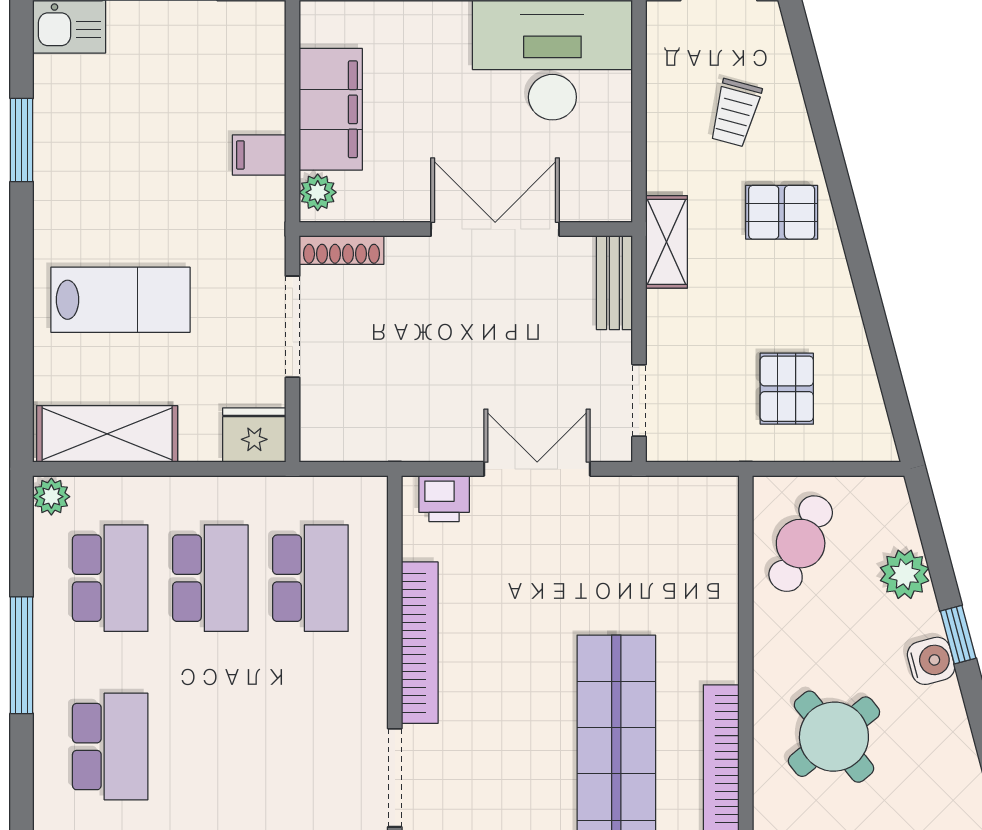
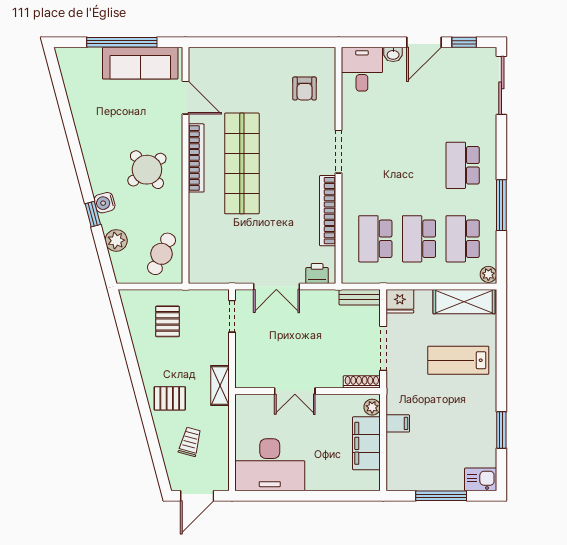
double door: (495, 229) -> (295, 391), width x0.73
bench: (614, 283) -> (360, 297), moved, turned 90

